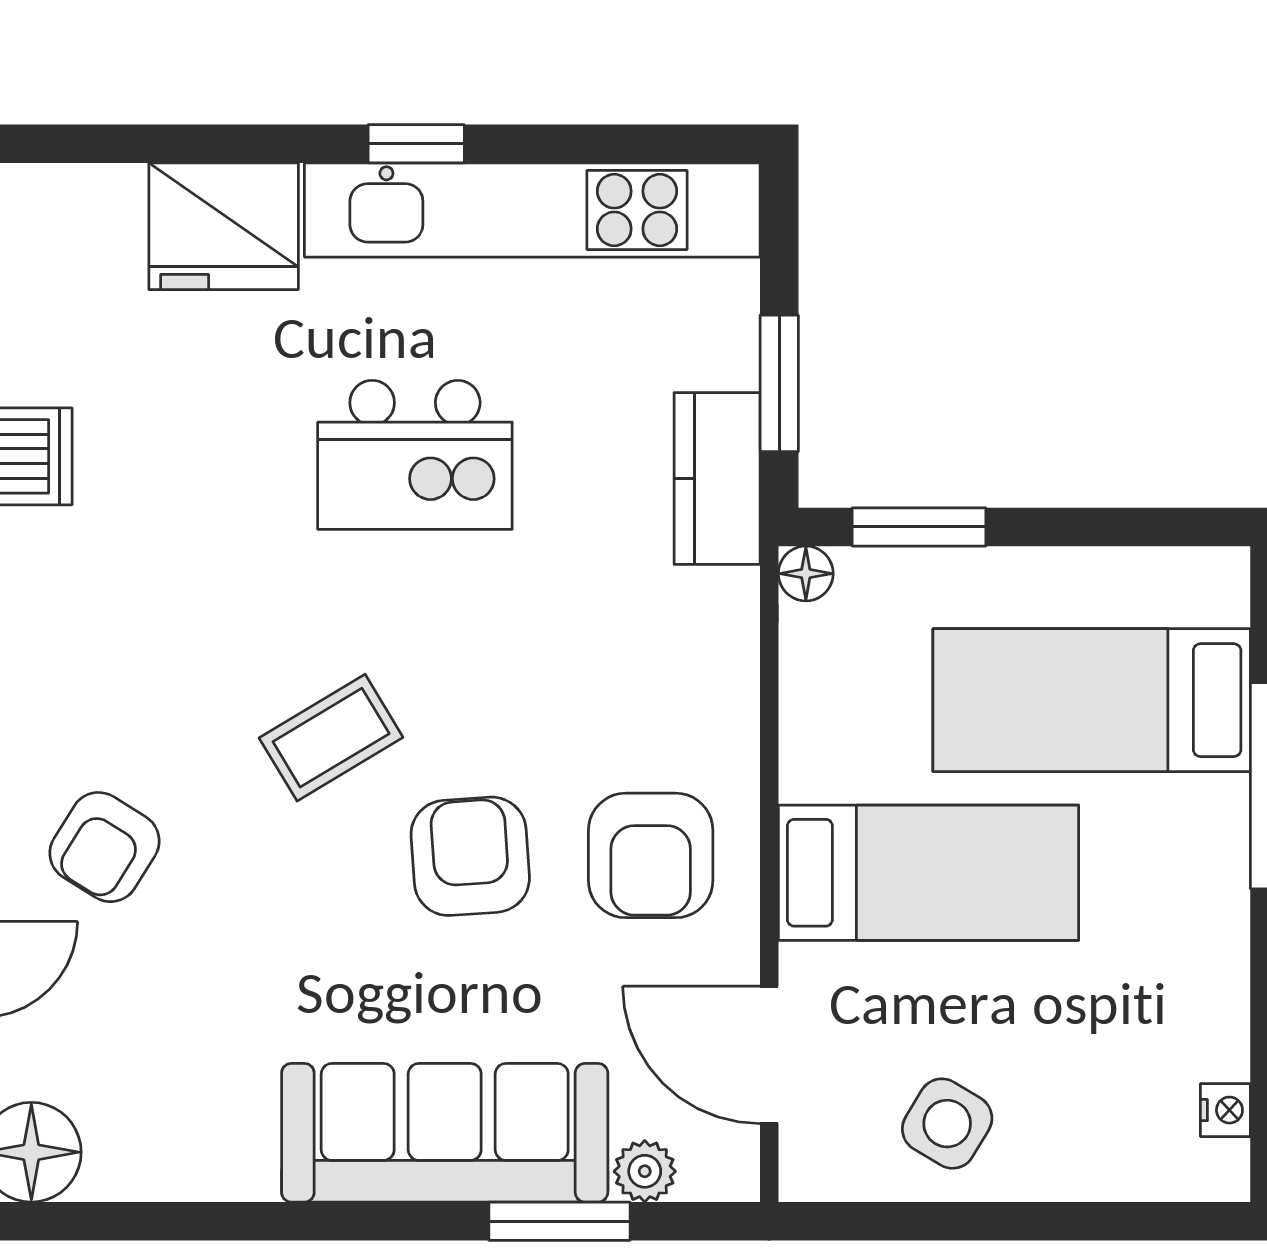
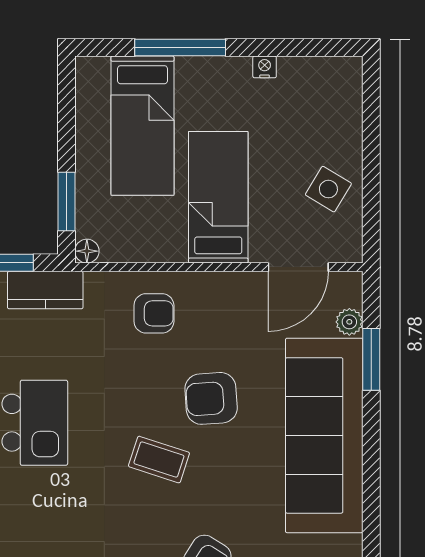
coffee table: (331, 738) -> (159, 460), turned -41
armchair: (651, 855) -> (154, 313), moved, width x0.72, depth x0.72
nightstand: (1225, 1110) -> (265, 67), moved
sofa: (445, 1133) -> (324, 435), width x1.36, depth x1.27

